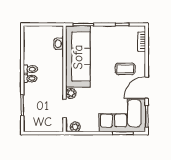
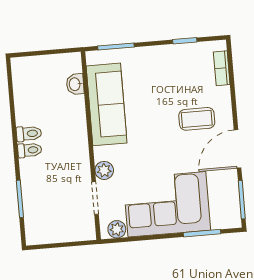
sofa: (78, 57) -> (107, 104), width x0.74, depth x0.79
corner sofa: (122, 115) -> (167, 204), moved

